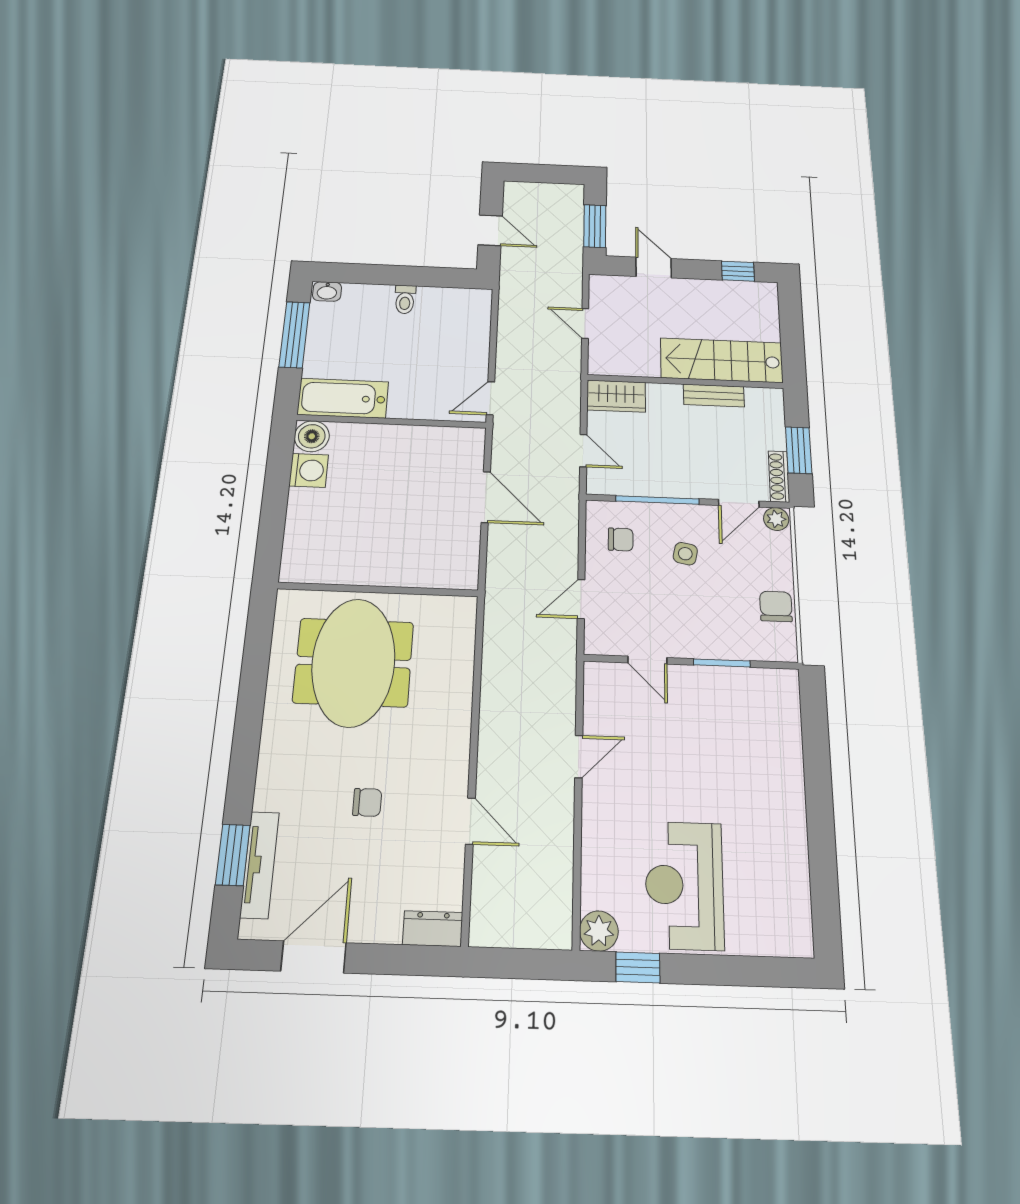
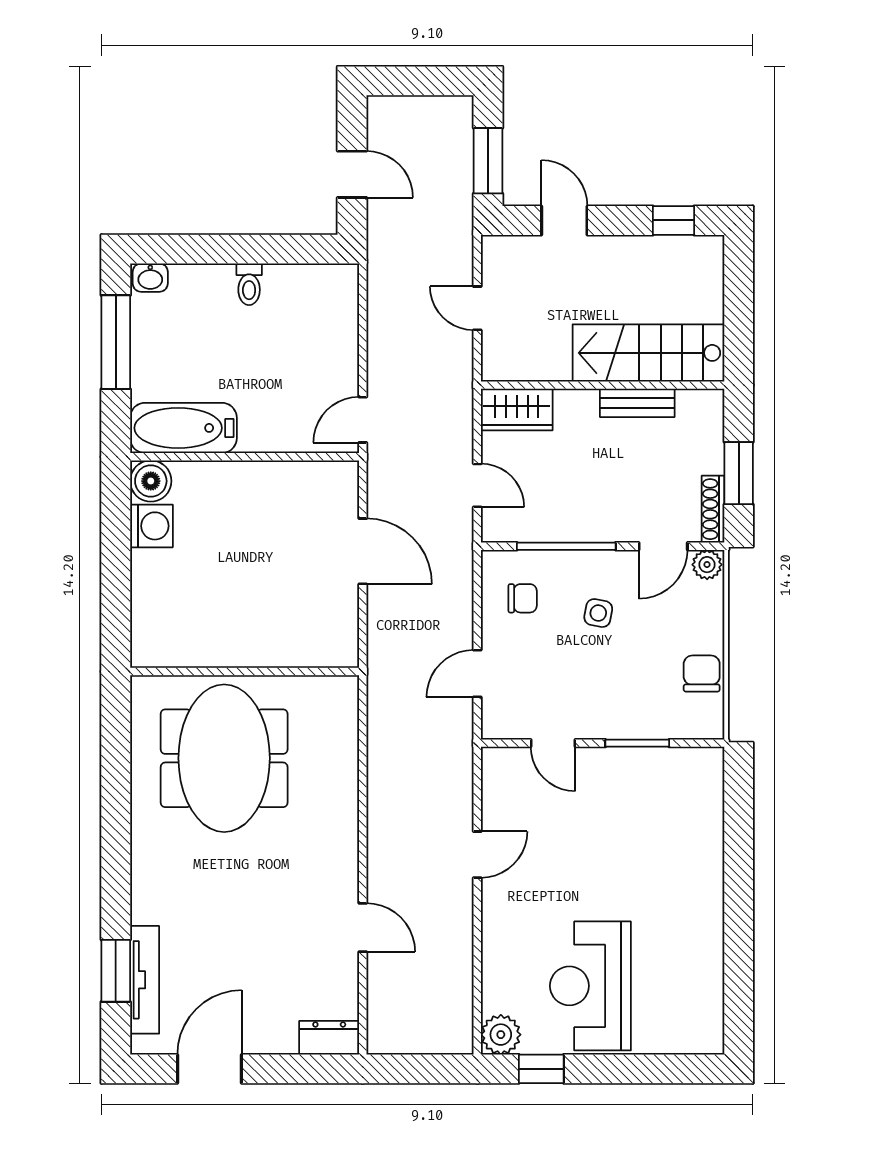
chair: (367, 802) -> (252, 912), removed

